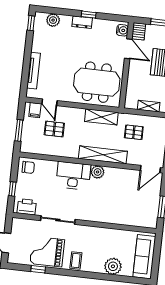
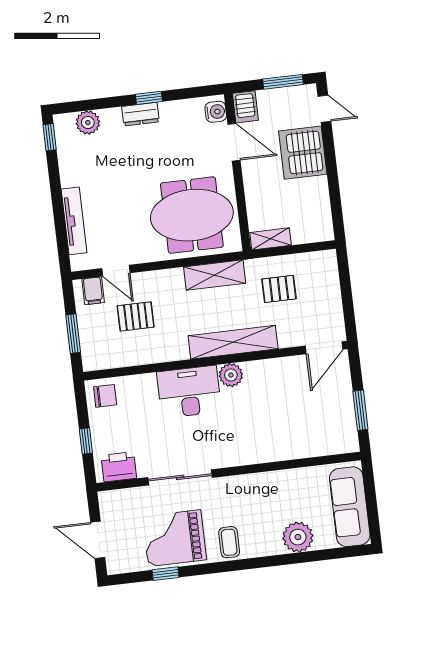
shelving: (149, 106) -> (271, 239), moved

